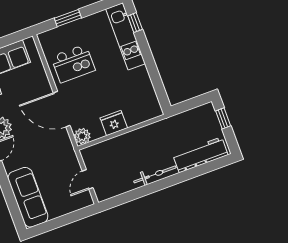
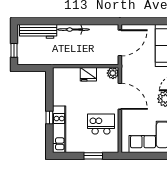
window: (135, 23) -> (49, 118), moved
door: (88, 179) -> (120, 43), width x1.87

